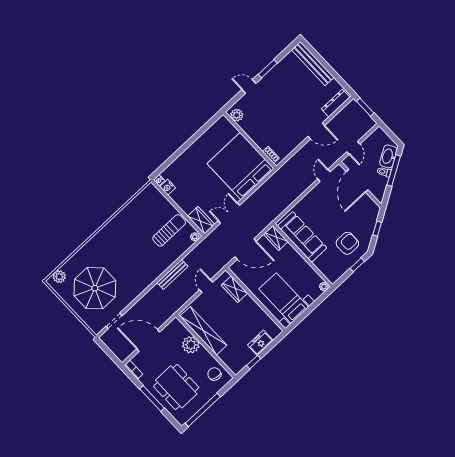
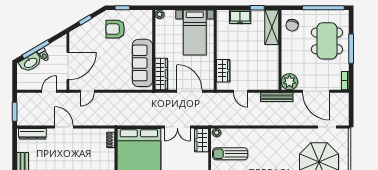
wardrobe: (276, 238) -> (161, 74), width x1.50
bench: (172, 274) -> (277, 97), moved
door: (206, 286) -> (241, 91), hinge flipped
shelving: (203, 331) -> (272, 27), moved, width x0.68
plant: (191, 345) -> (289, 82), moved

